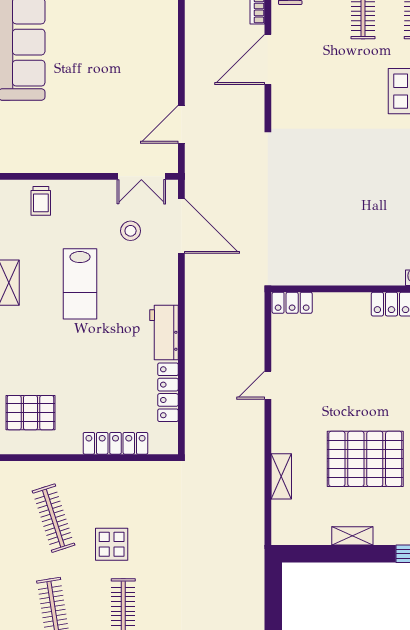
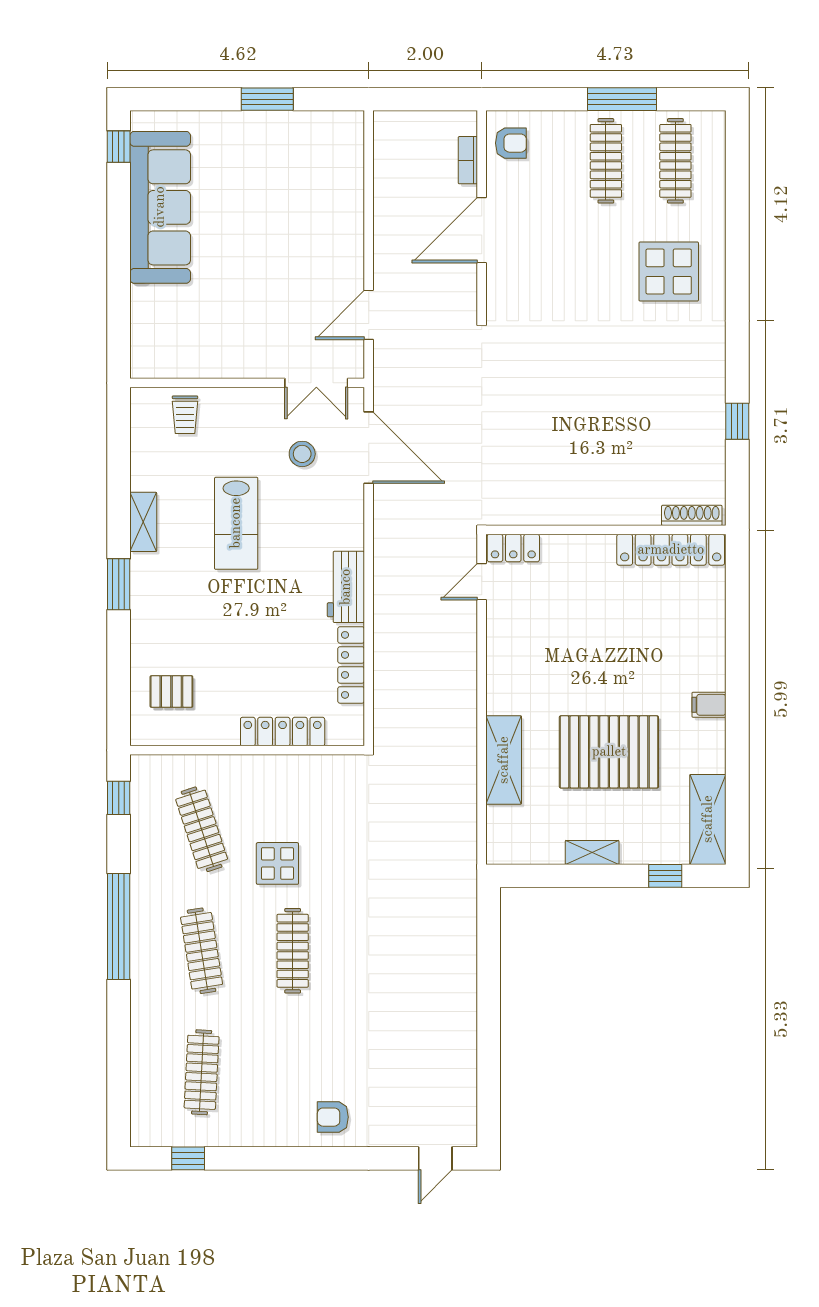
door: (268, 385) -> (482, 582), moved
pallet: (30, 413) -> (171, 692), width x0.67, depth x0.71
shelving: (281, 476) -> (504, 760), width x1.50, depth x1.33

